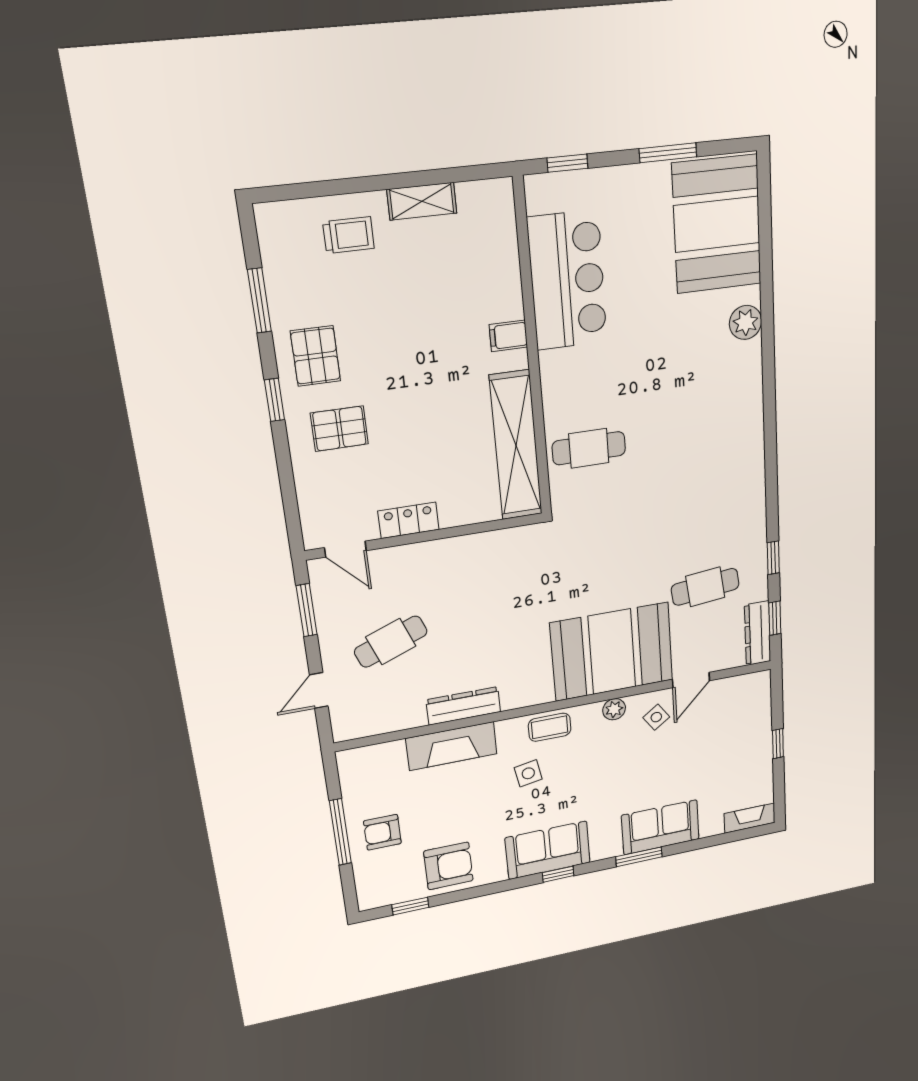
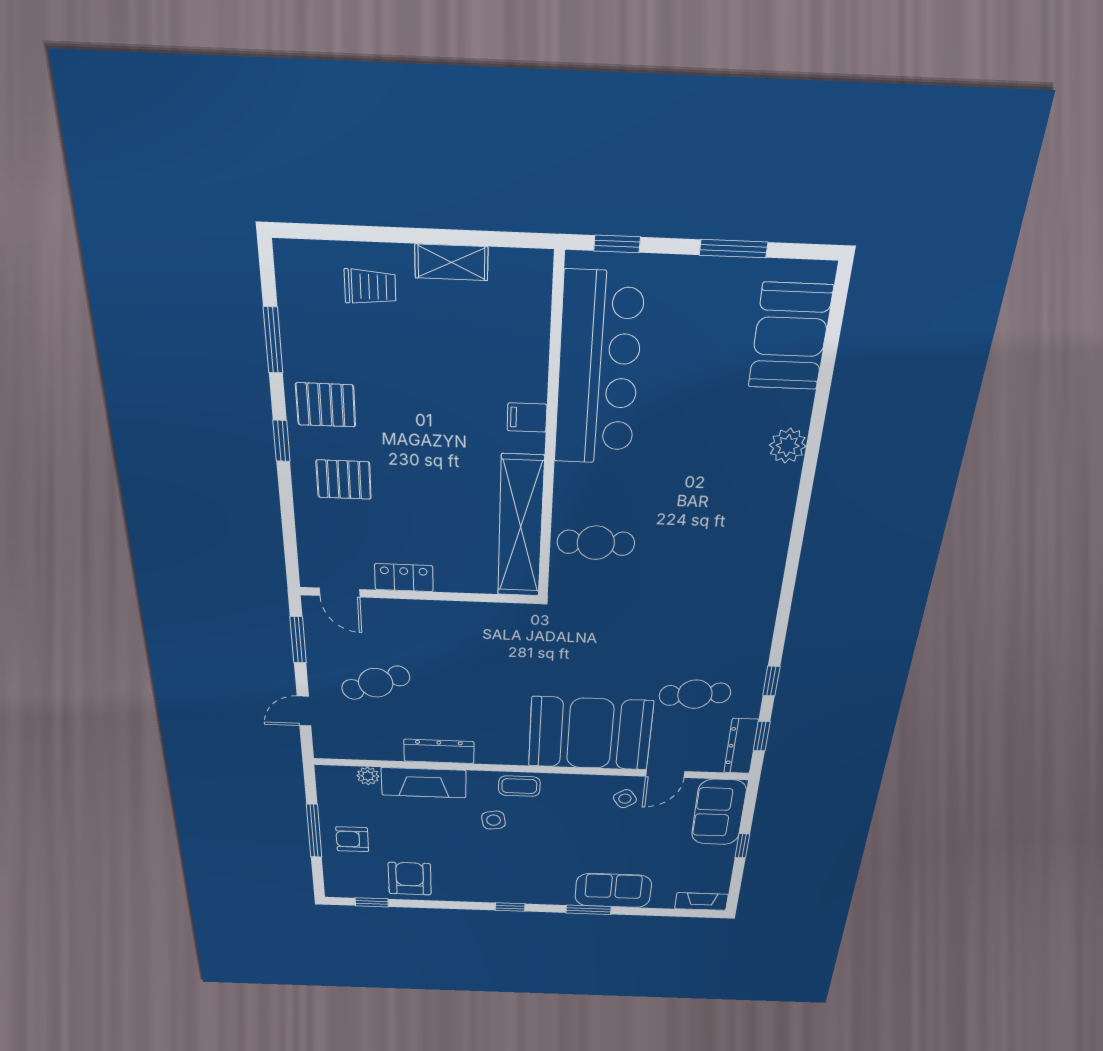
booth: (717, 224) -> (790, 337), width x0.73, depth x0.70
bar counter: (567, 280) -> (598, 370), width x1.36
pallet: (316, 356) -> (326, 405), turned 90
plant: (614, 709) -> (368, 776), moved
sofa: (548, 850) -> (719, 812), moved, turned -90
armchair: (448, 866) -> (410, 879), turned -90

